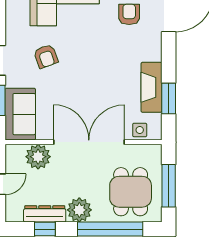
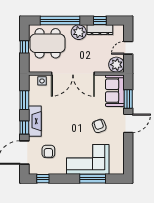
window: (169, 54) -> (24, 127), added
fireplace: (151, 87) -> (35, 121), moved
plant: (38, 157) -> (116, 65), moved
window: (169, 186) -> (24, 47), width x0.46
dining table: (131, 192) -> (48, 43), width x1.37

